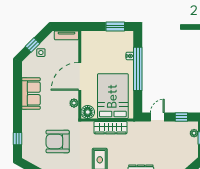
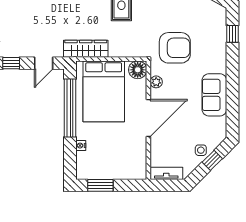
window: (138, 69) -> (70, 108), moved
wardrobe: (110, 128) -> (86, 49), moved
armchair: (58, 141) -> (175, 48), moved

